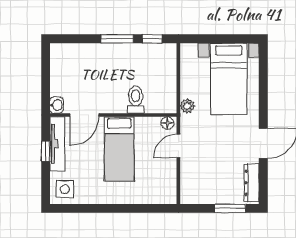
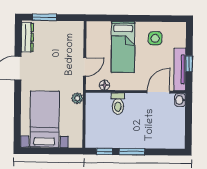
floor lamp: (167, 123) -> (104, 85), moved
bed: (119, 149) -> (123, 47), moved, turned 180
side table: (65, 189) -> (155, 38), moved

